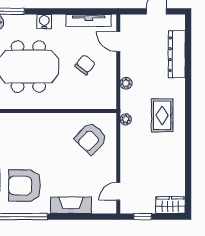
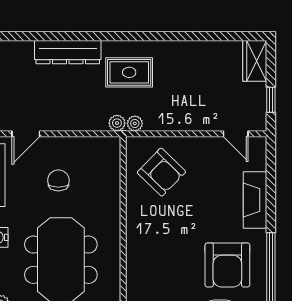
dresser: (177, 54) -> (68, 52), moved
chair: (85, 65) -> (58, 180), turned 51
plant: (126, 83) -> (117, 123), moved

